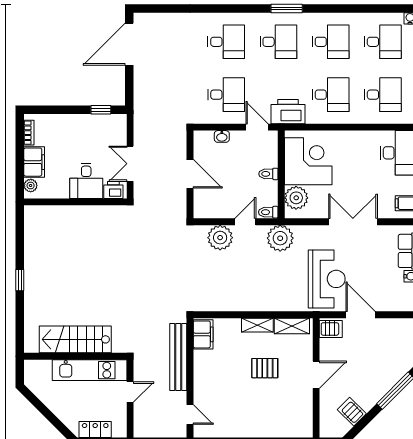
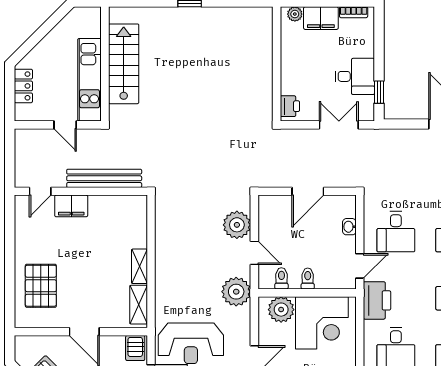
double door: (130, 164) -> (339, 125), moved
desk: (86, 181) -> (355, 76), moved, turned 180
toilet: (268, 212) -> (281, 278), moved
filing cabinet: (203, 334) -> (71, 206), moved
pallet: (265, 368) -> (41, 286), moved, width x1.50, depth x1.42

